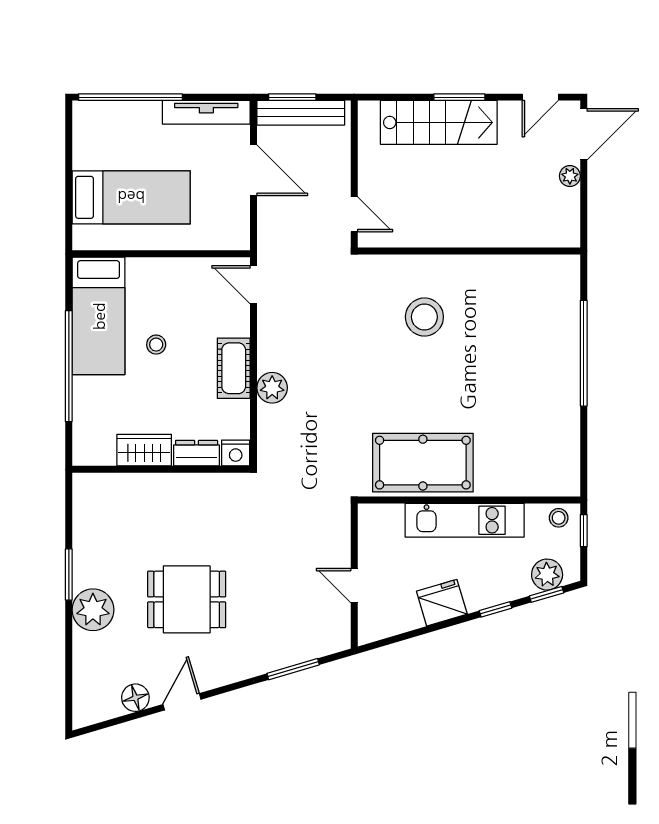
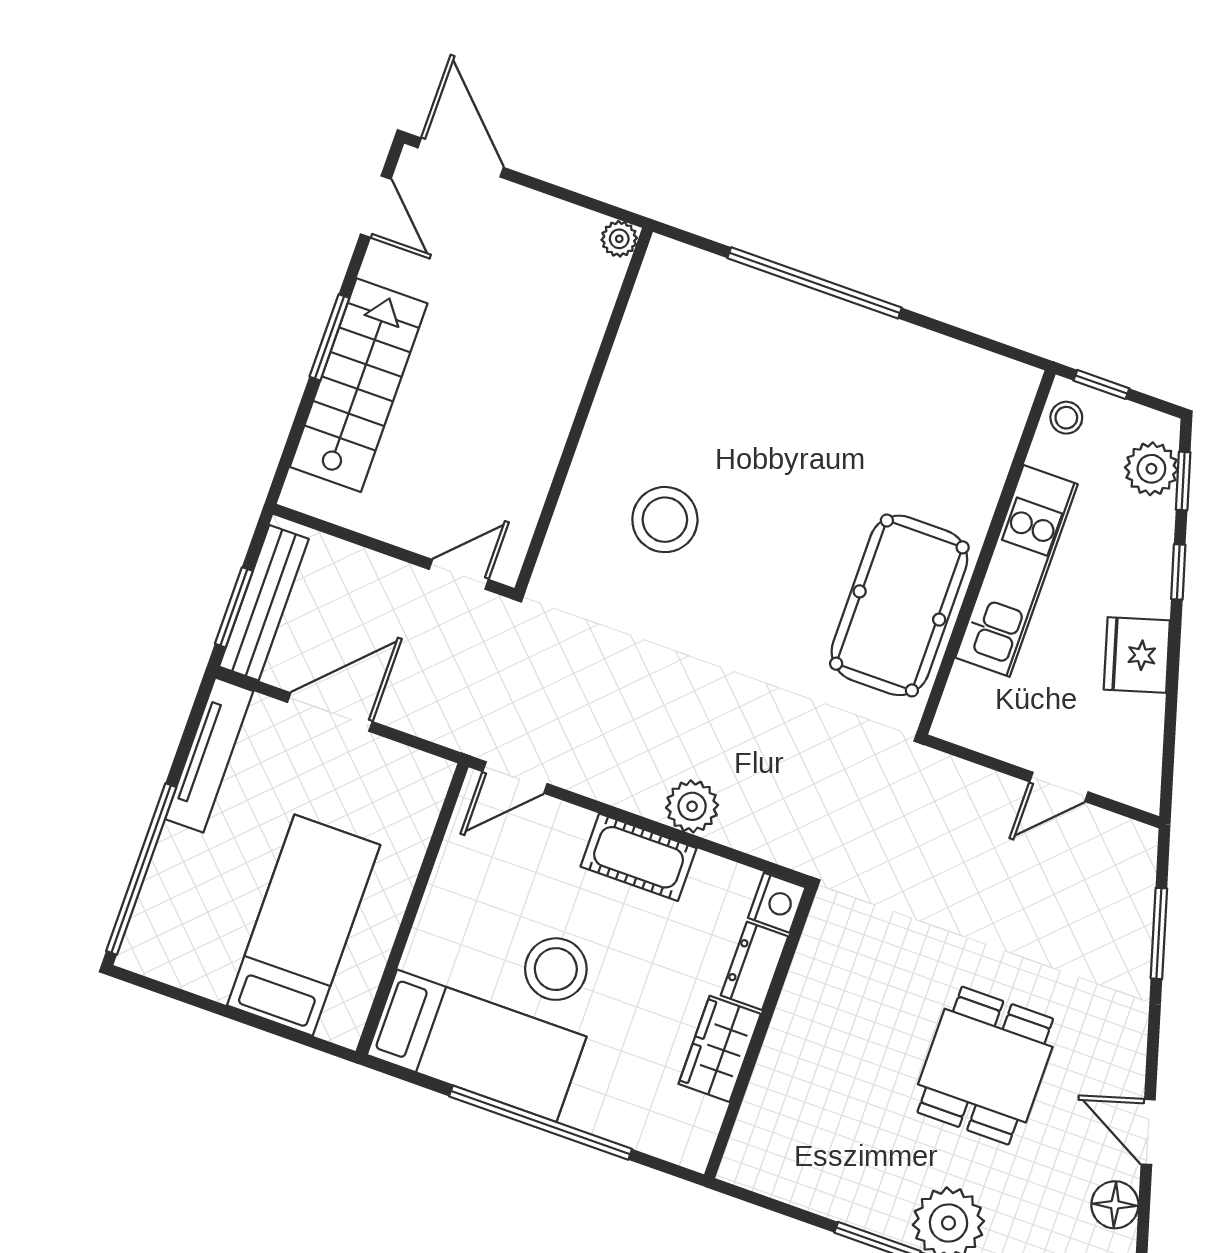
plant: (570, 176) -> (619, 239), moved
stool: (156, 345) -> (556, 969), width x1.89, depth x1.89

